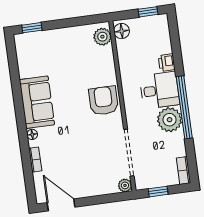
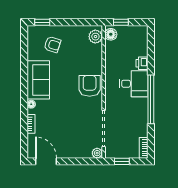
window: (148, 12) -> (121, 22), moved
armchair: (49, 54) -> (52, 44), added
plant: (170, 120) -> (138, 107), removed

